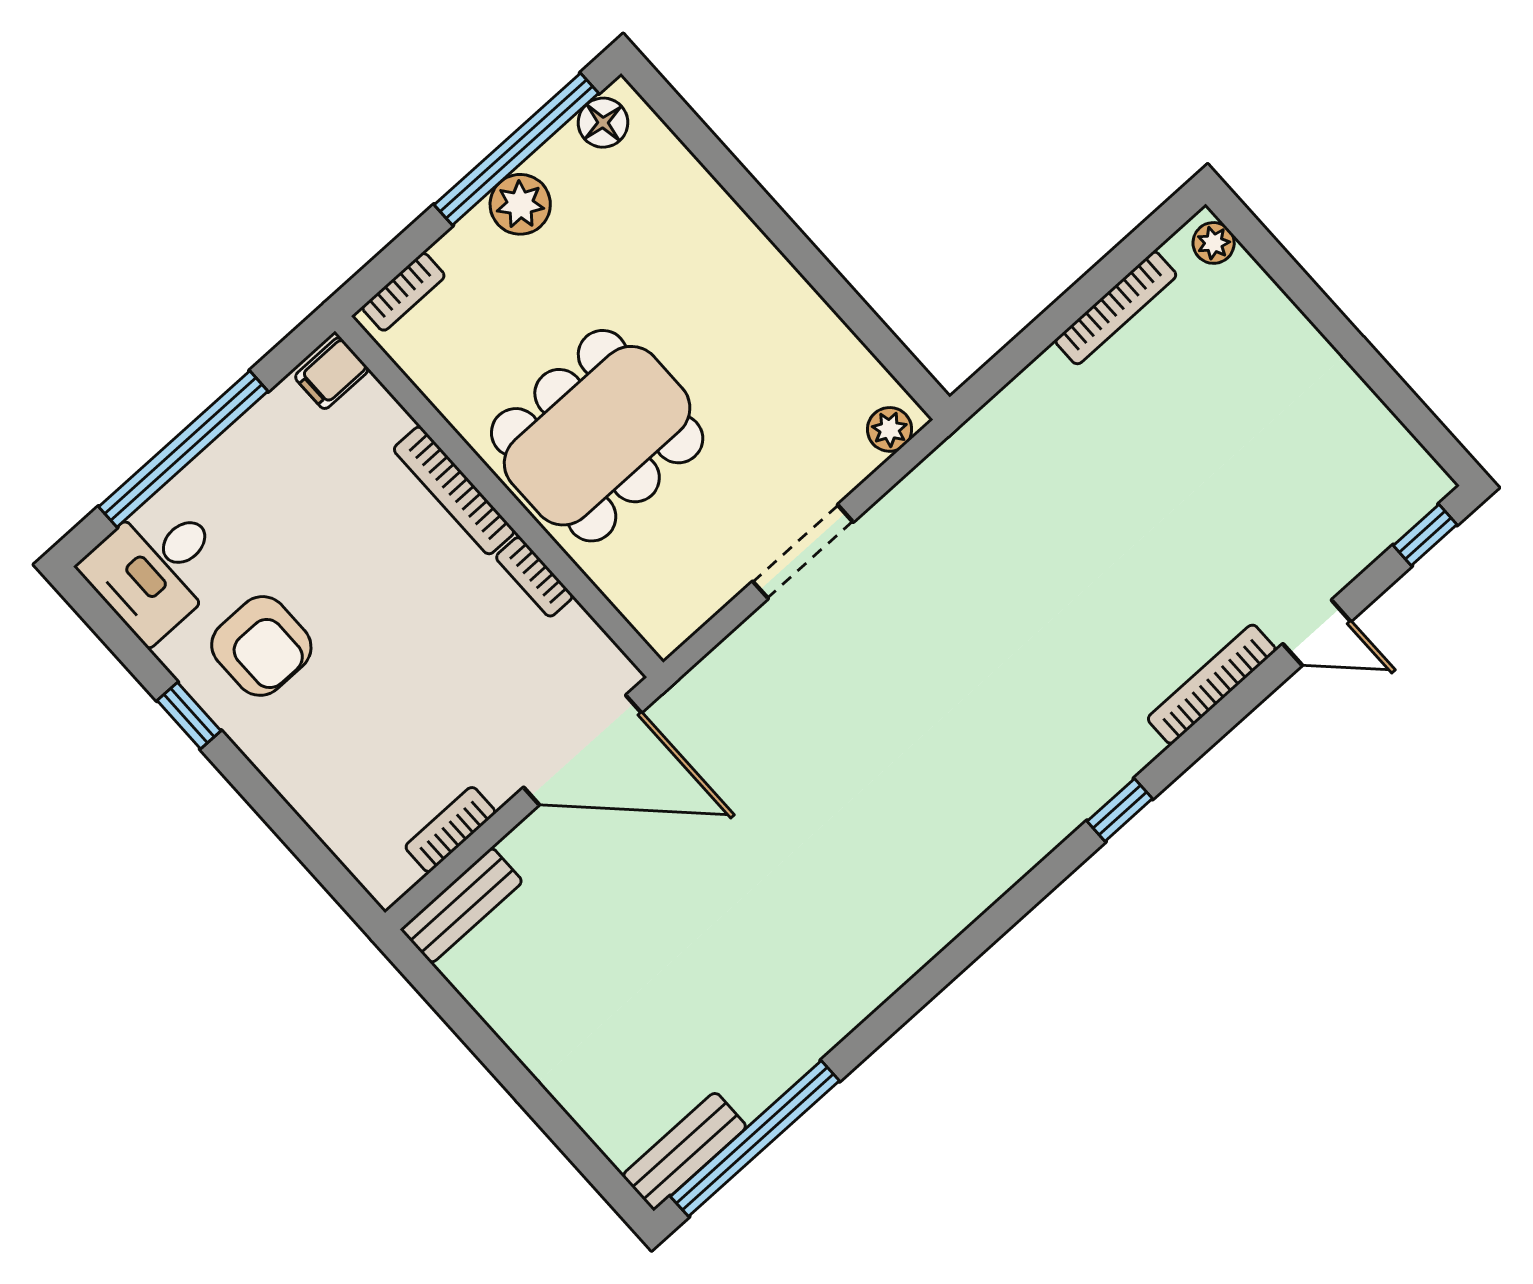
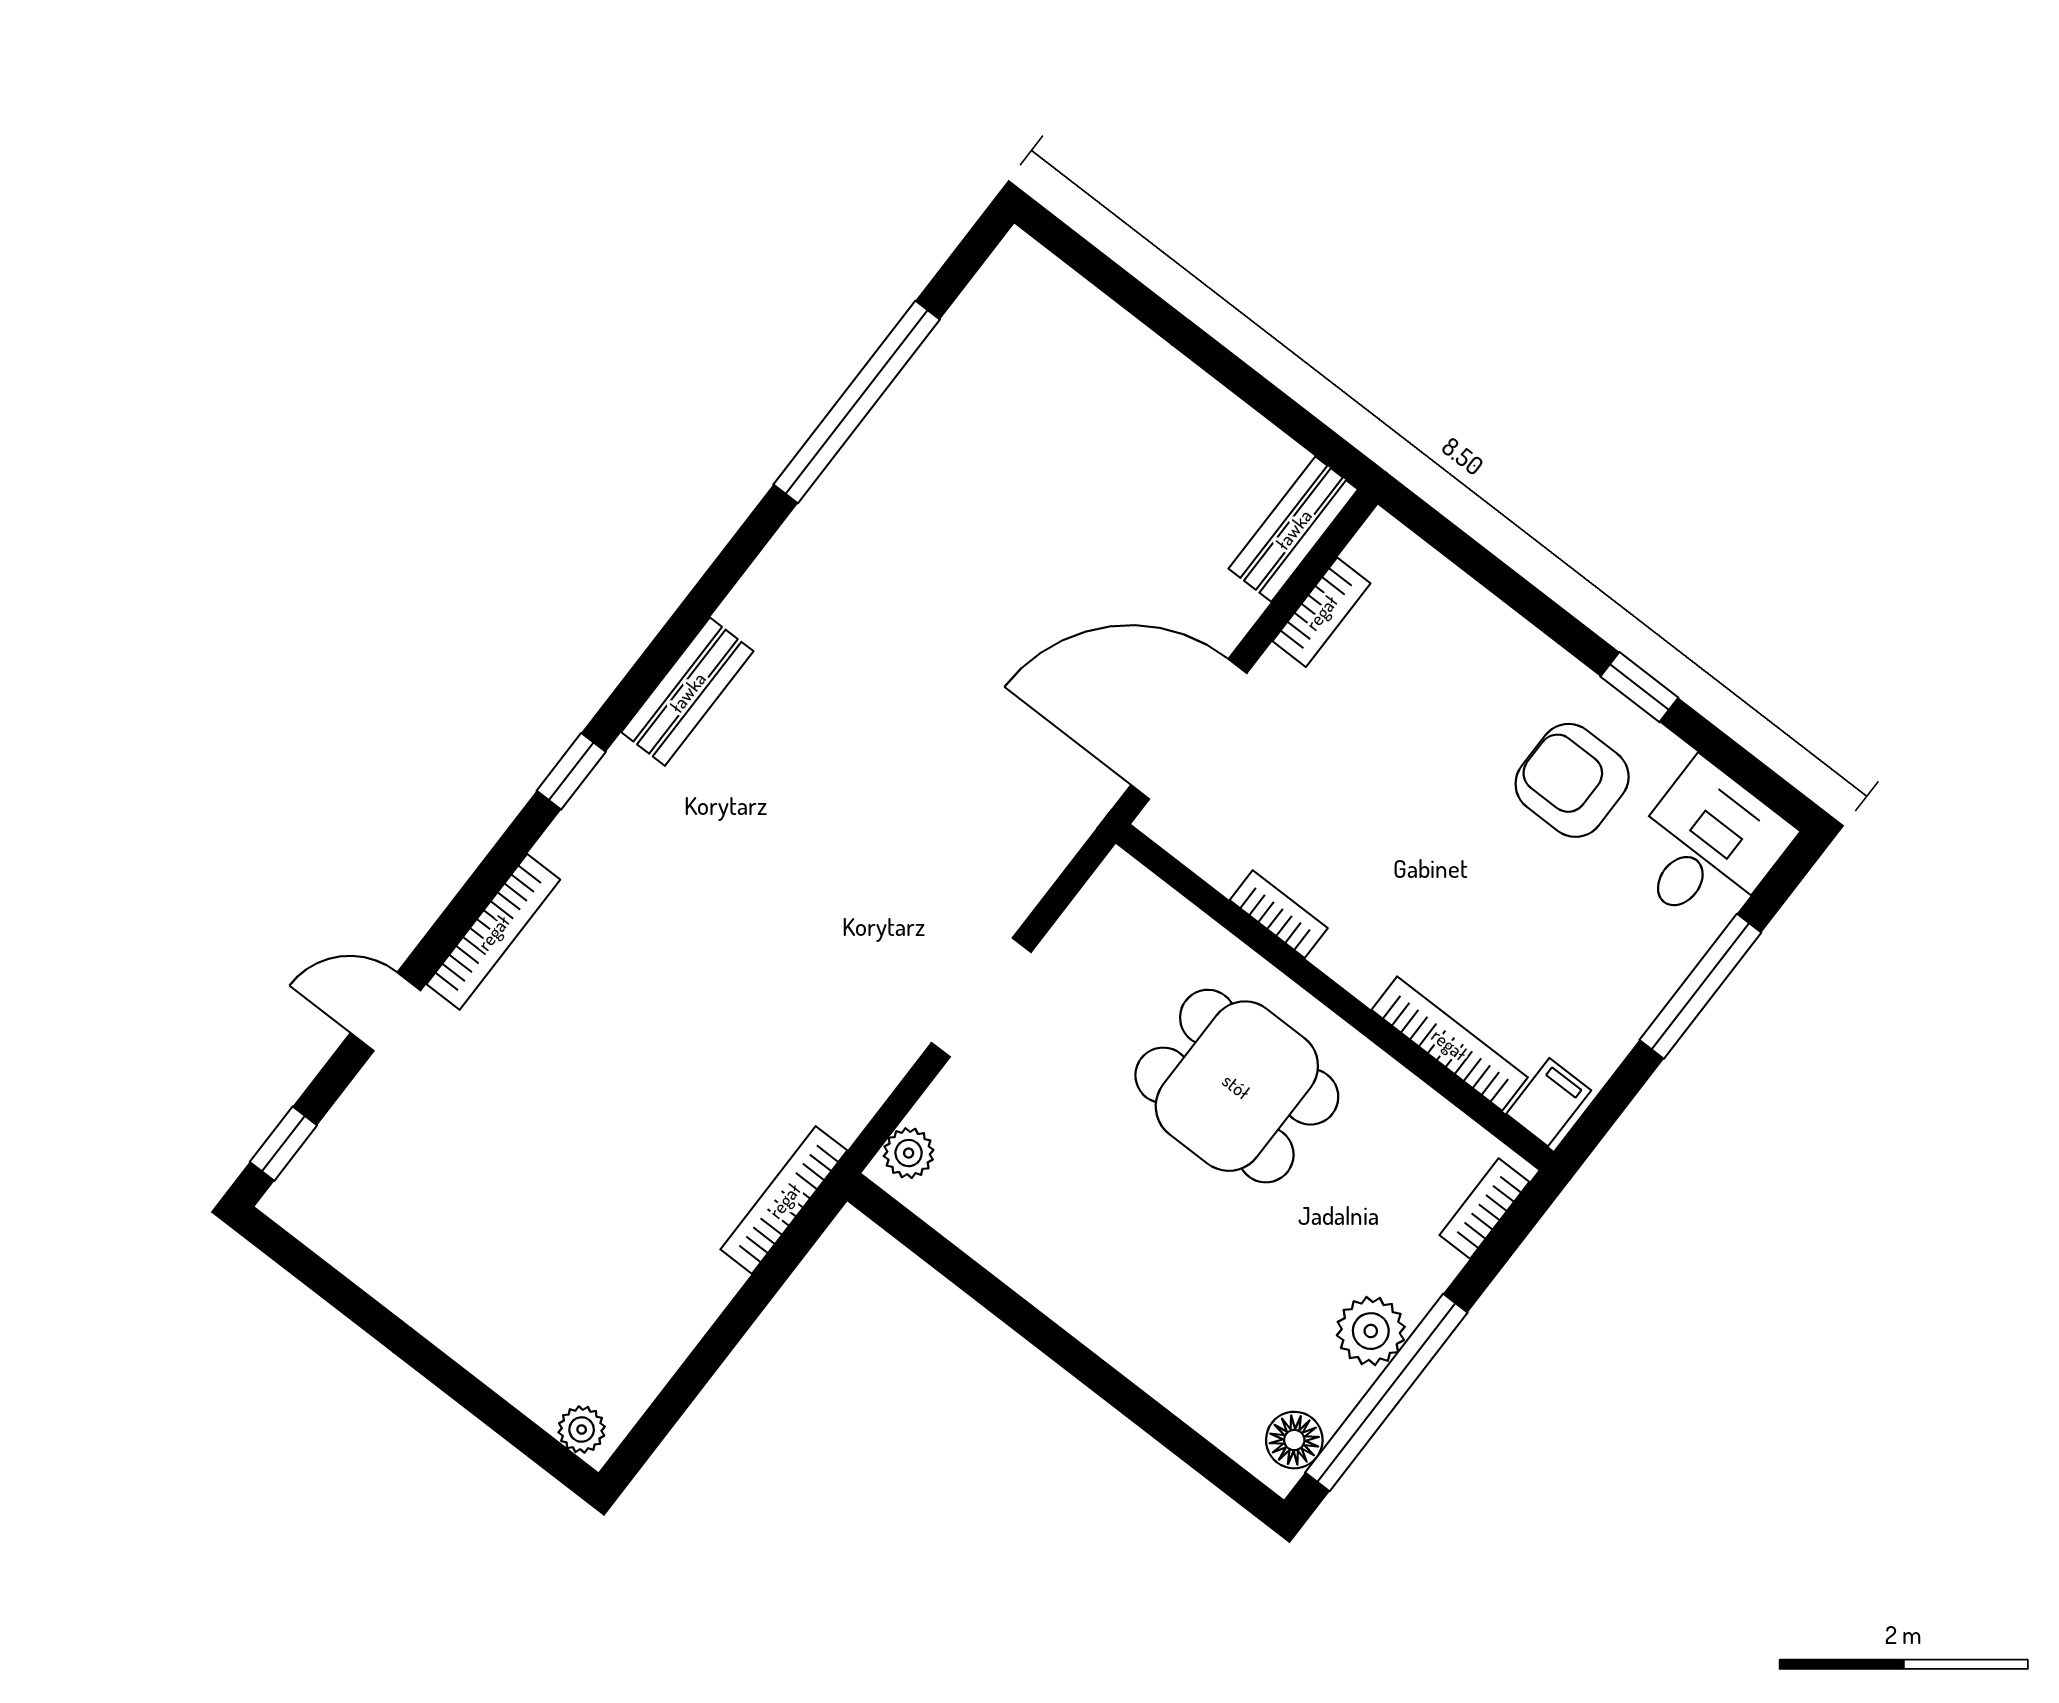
bookcase: (1116, 308) -> (784, 1200), moved
dining table: (597, 436) -> (1237, 1086), width x0.73
window: (183, 449) -> (1700, 986), width x0.68
bookcase: (454, 490) -> (1450, 1044), moved
window: (755, 1139) -> (857, 402), moved
bench: (685, 1151) -> (687, 692), moved

